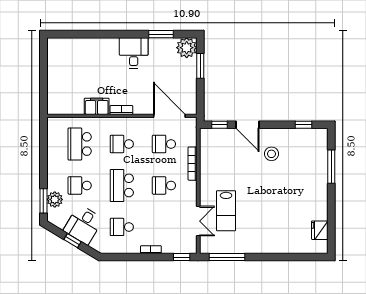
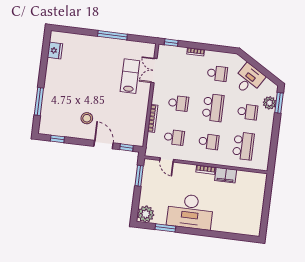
desk: (134, 53) -> (190, 212), width x1.87, depth x1.30
window: (200, 66) -> (139, 176), moved
door: (169, 116) -> (167, 160), width x0.53
window: (73, 241) -> (259, 67), removed
window: (227, 257) -> (112, 35), moved

